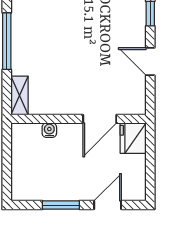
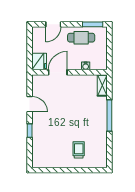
cafe table: (57, 181) -> (81, 38), added
window: (61, 205) -> (93, 24), moved

